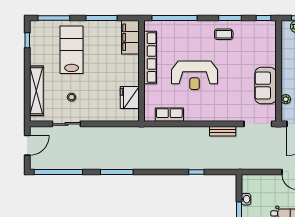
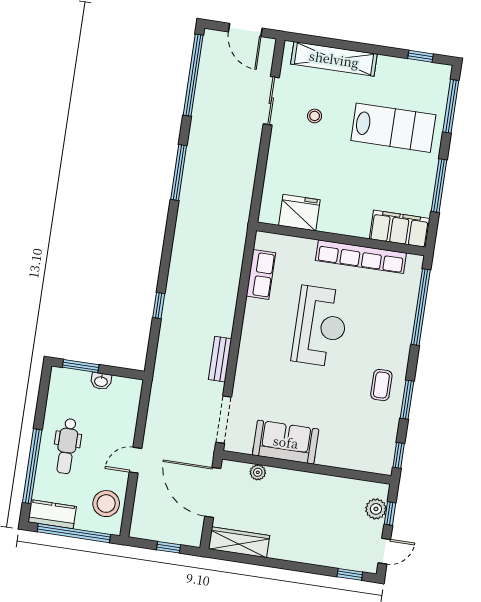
reception desk: (195, 75) -> (320, 326), turned 180

